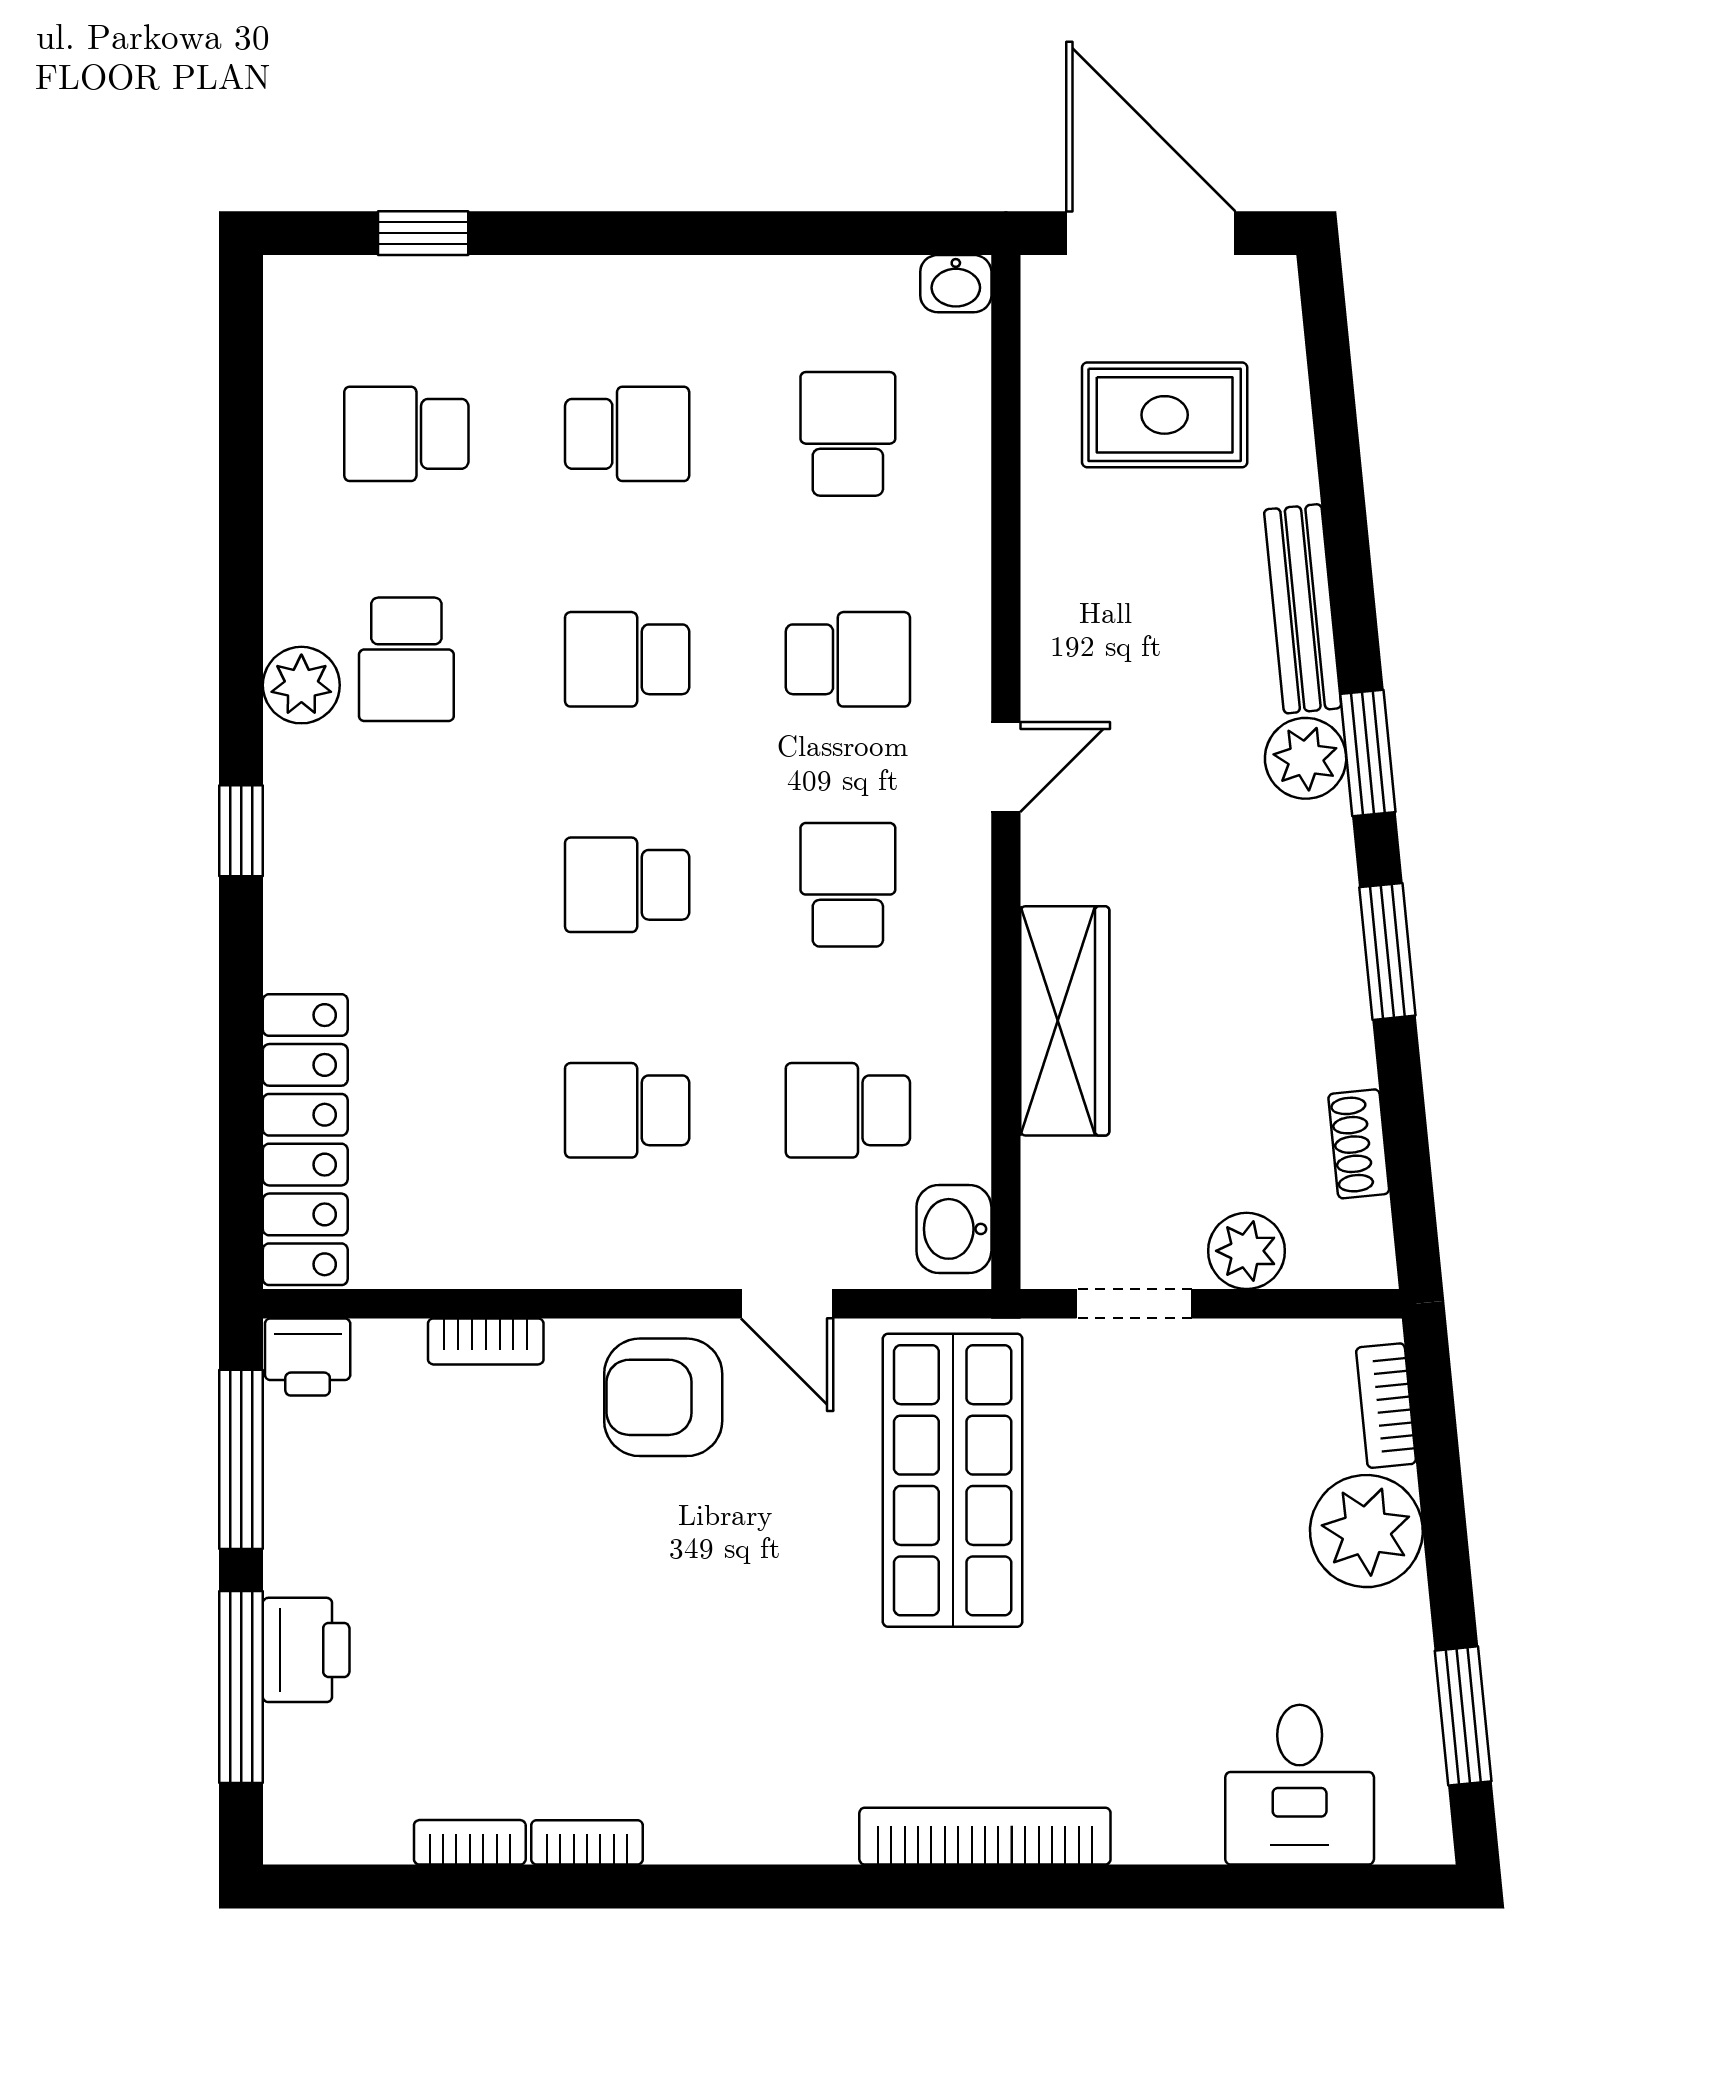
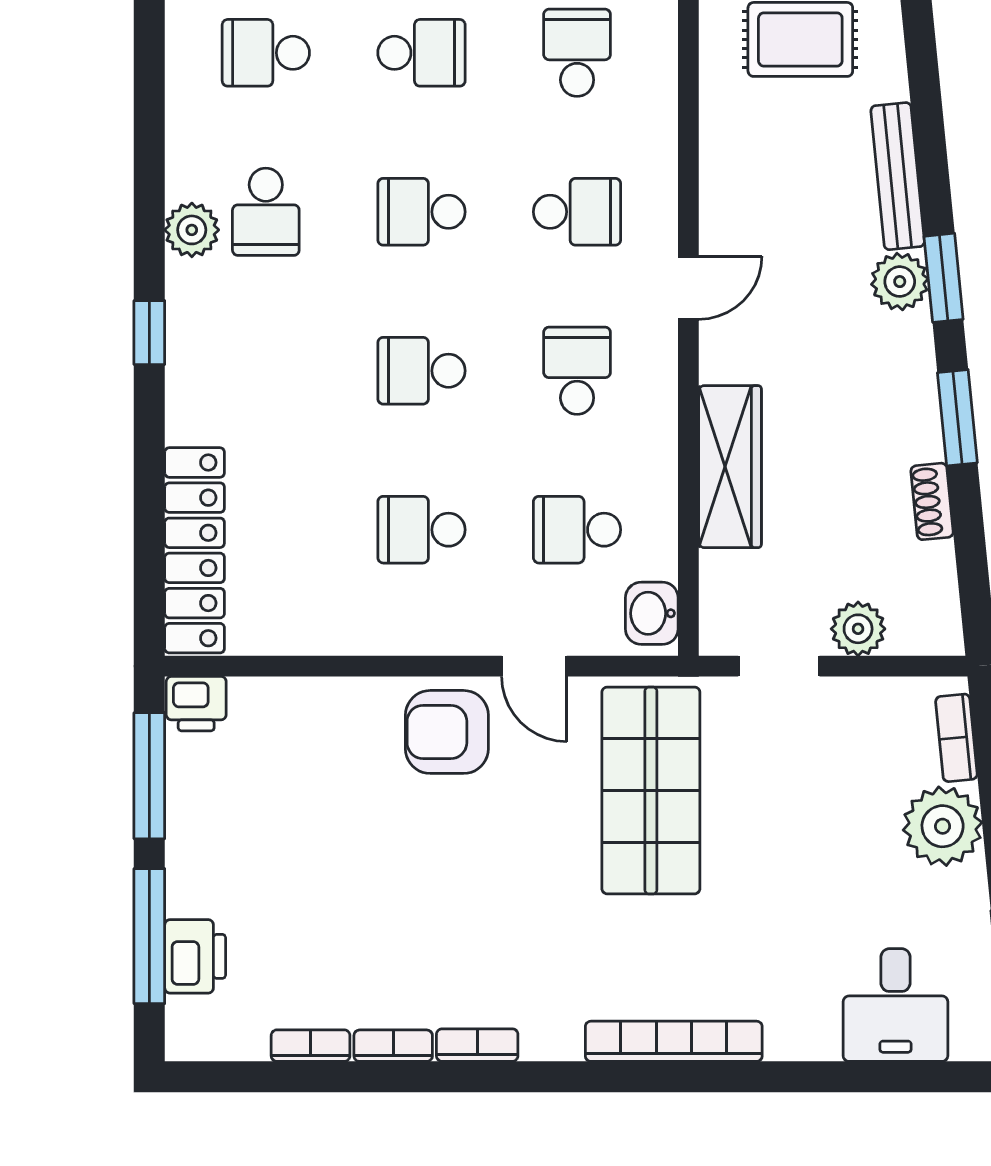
shoe rack: (1359, 1144) -> (932, 501), moved
bookcase: (486, 1341) -> (477, 1045), moved, turned 180
printer: (306, 1650) -> (195, 956), moved

